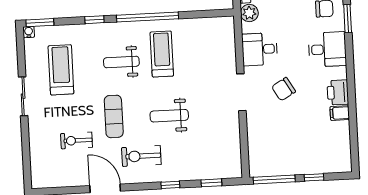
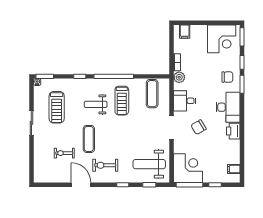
exercise mat: (209, 41) -> (152, 94), added
desk: (327, 49) -> (228, 107), width x1.37
treadmill: (162, 54) -> (122, 101), turned 180
treadmill: (61, 70) -> (57, 107), turned 180
filing cabinet: (340, 113) -> (234, 169), moved
weight bench: (169, 116) -> (149, 164), moved, width x1.36, depth x1.33
corner desk: (270, 154) -> (188, 168), added

